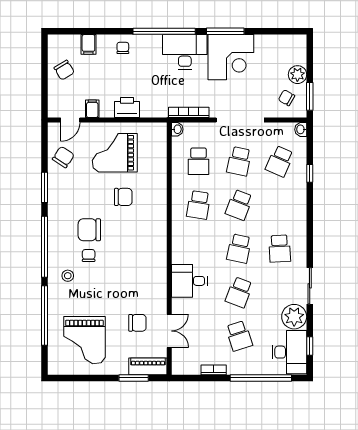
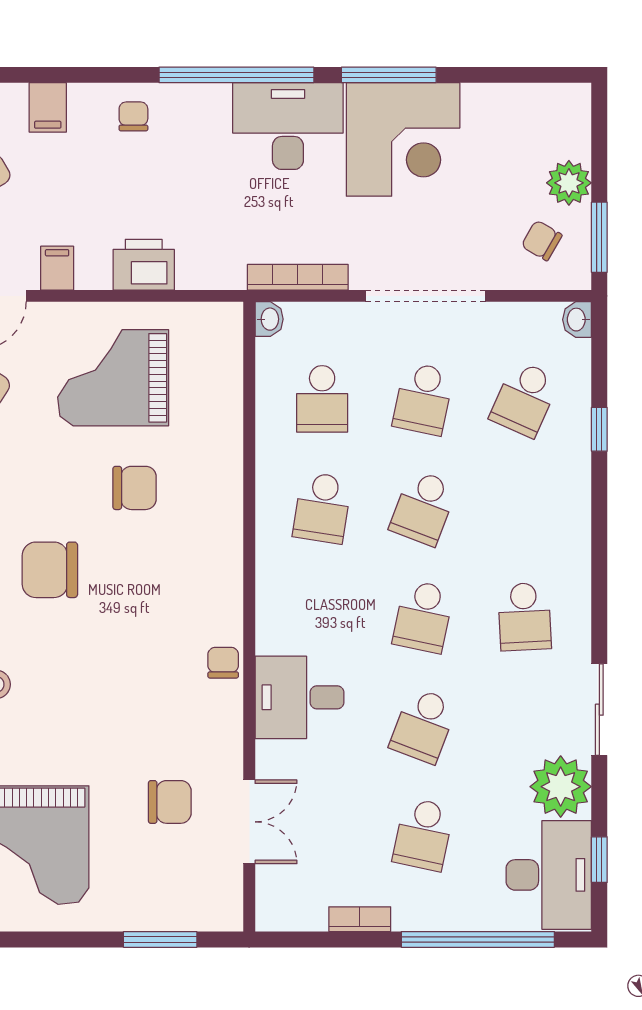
chair: (89, 255) -> (223, 663), moved
school desk: (239, 336) -> (423, 834), turned 30
piano: (148, 366) -> (196, 910), removed

